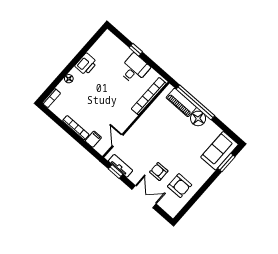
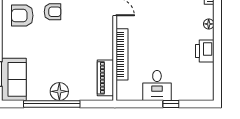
bookcase: (149, 96) -> (122, 54), moved
piano: (181, 102) -> (105, 78), moved, turned -90
window: (195, 102) -> (52, 104), moved

